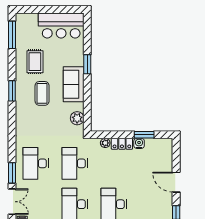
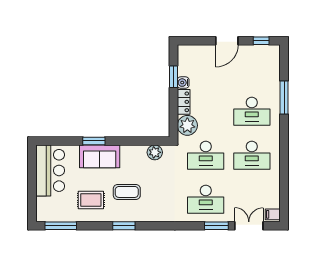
sofa: (74, 84) -> (100, 156), moved
plant: (105, 143) -> (187, 125), width x1.88, depth x1.88

